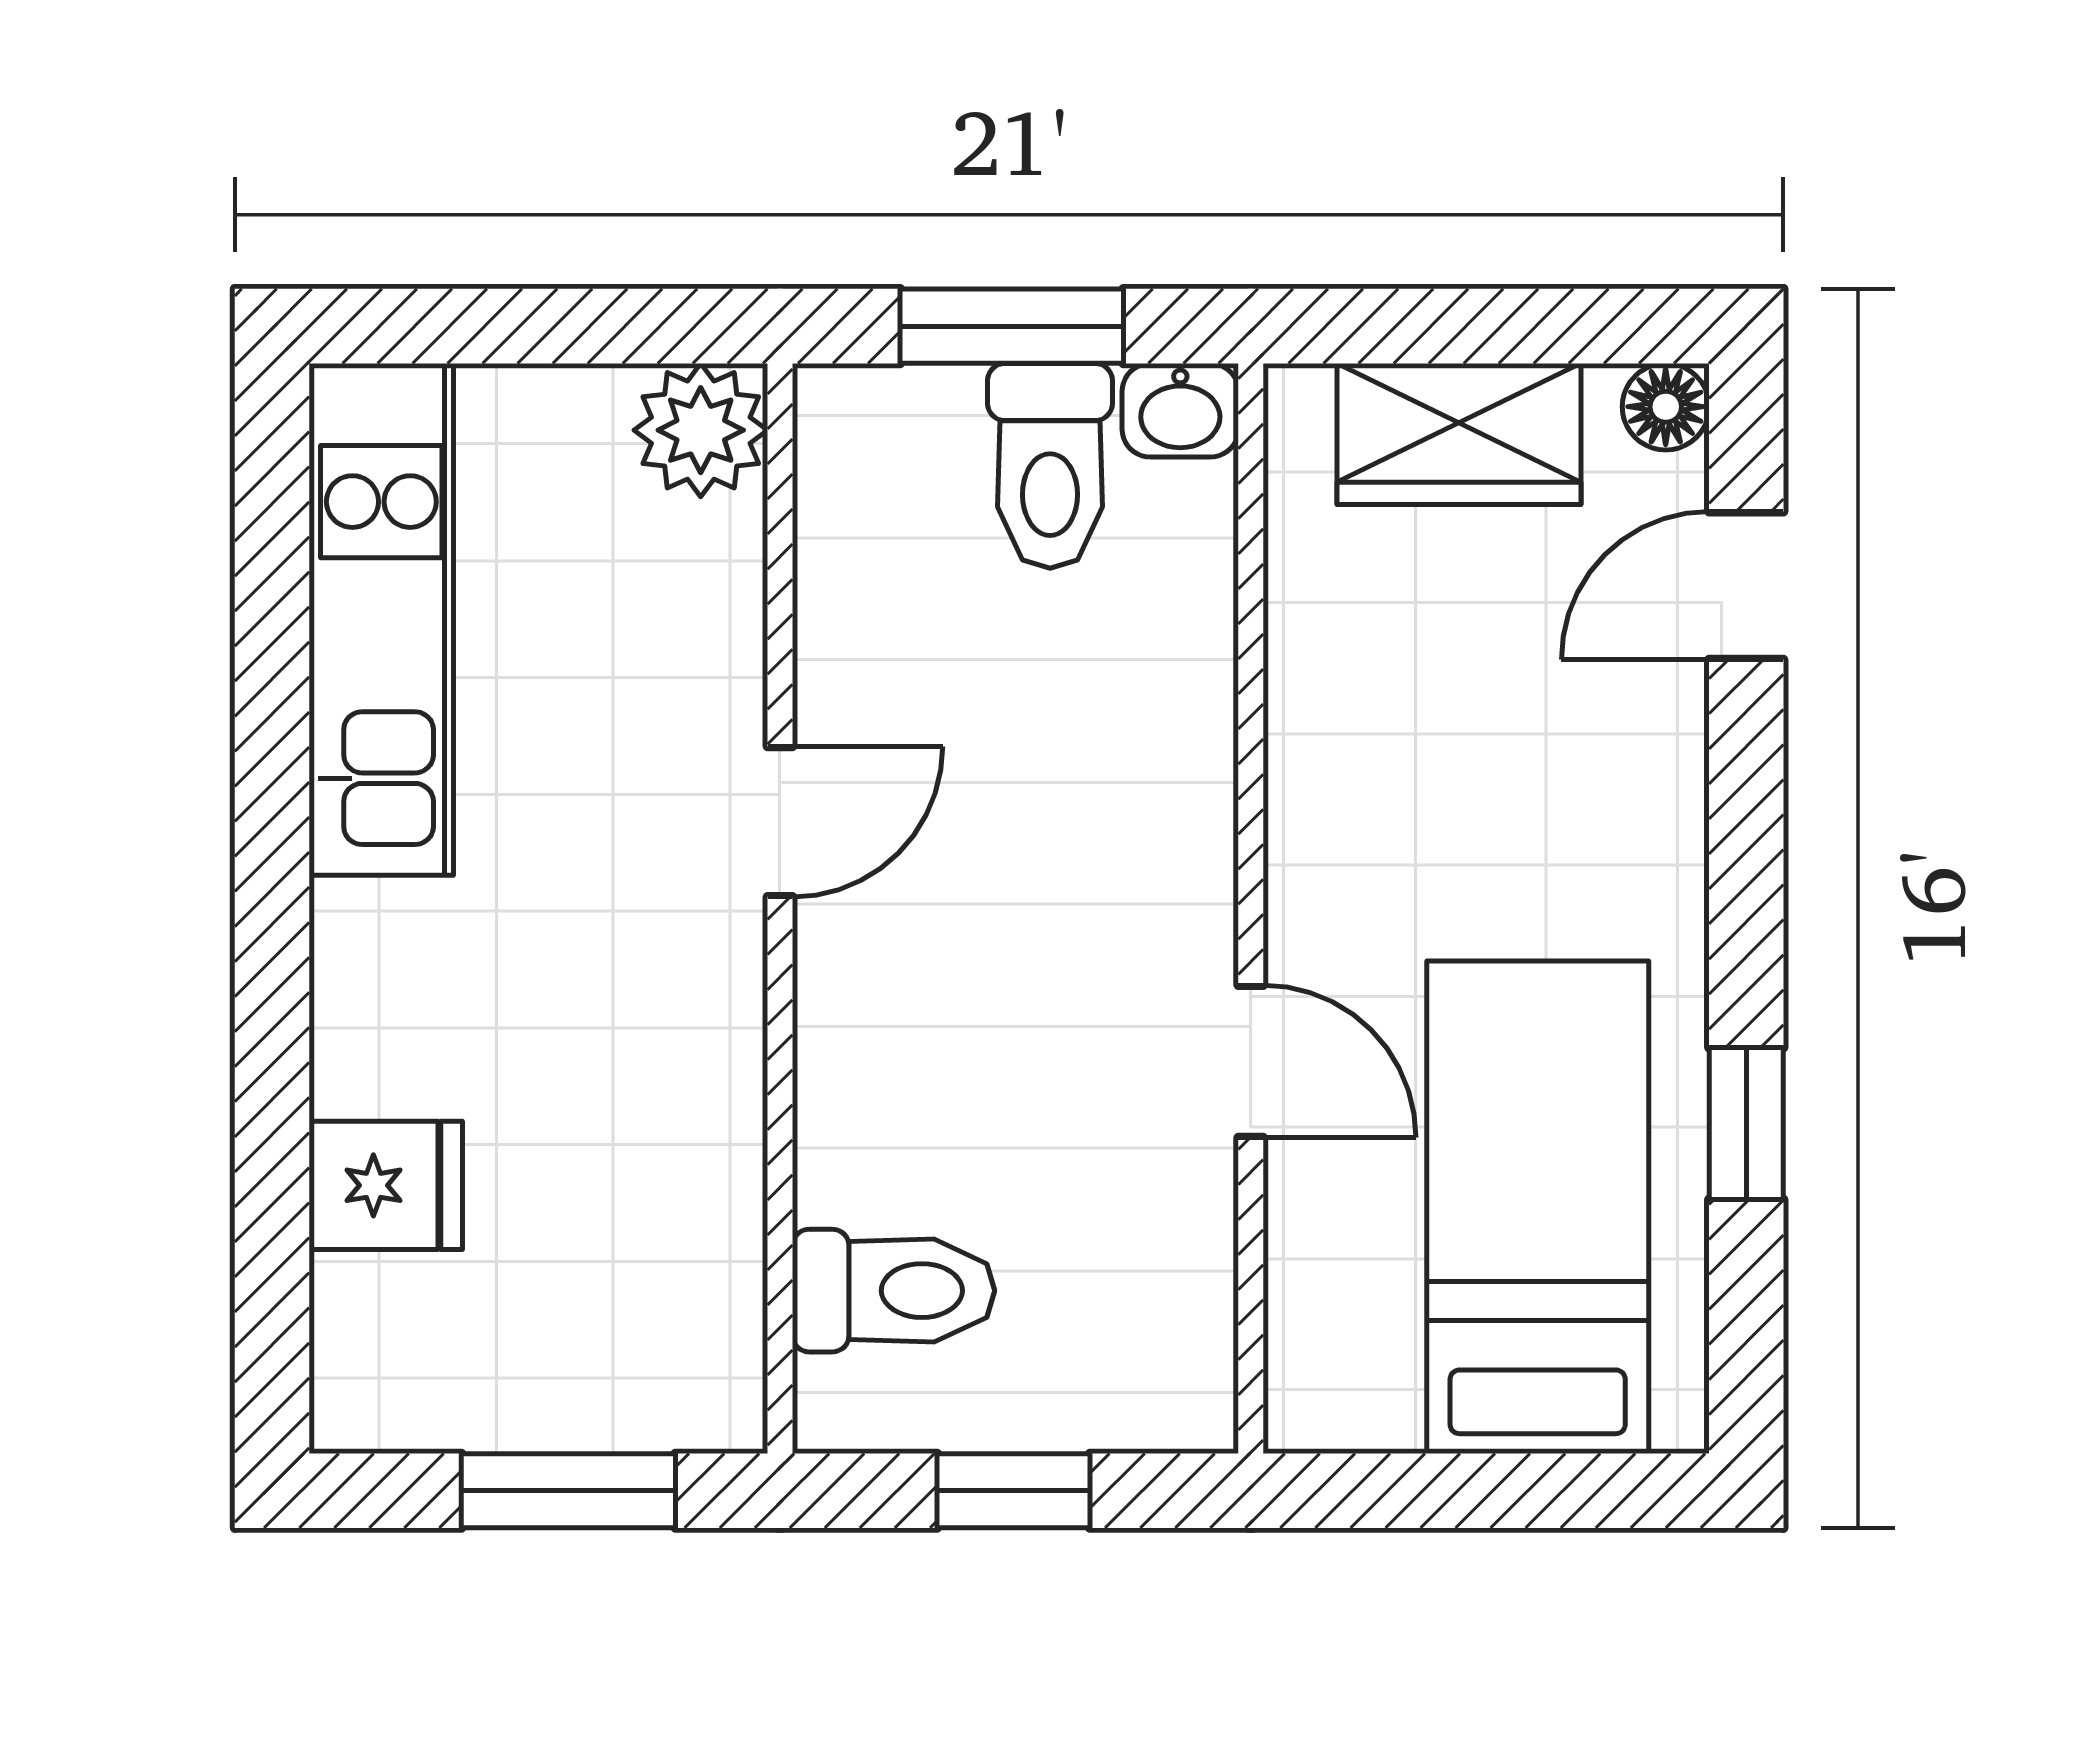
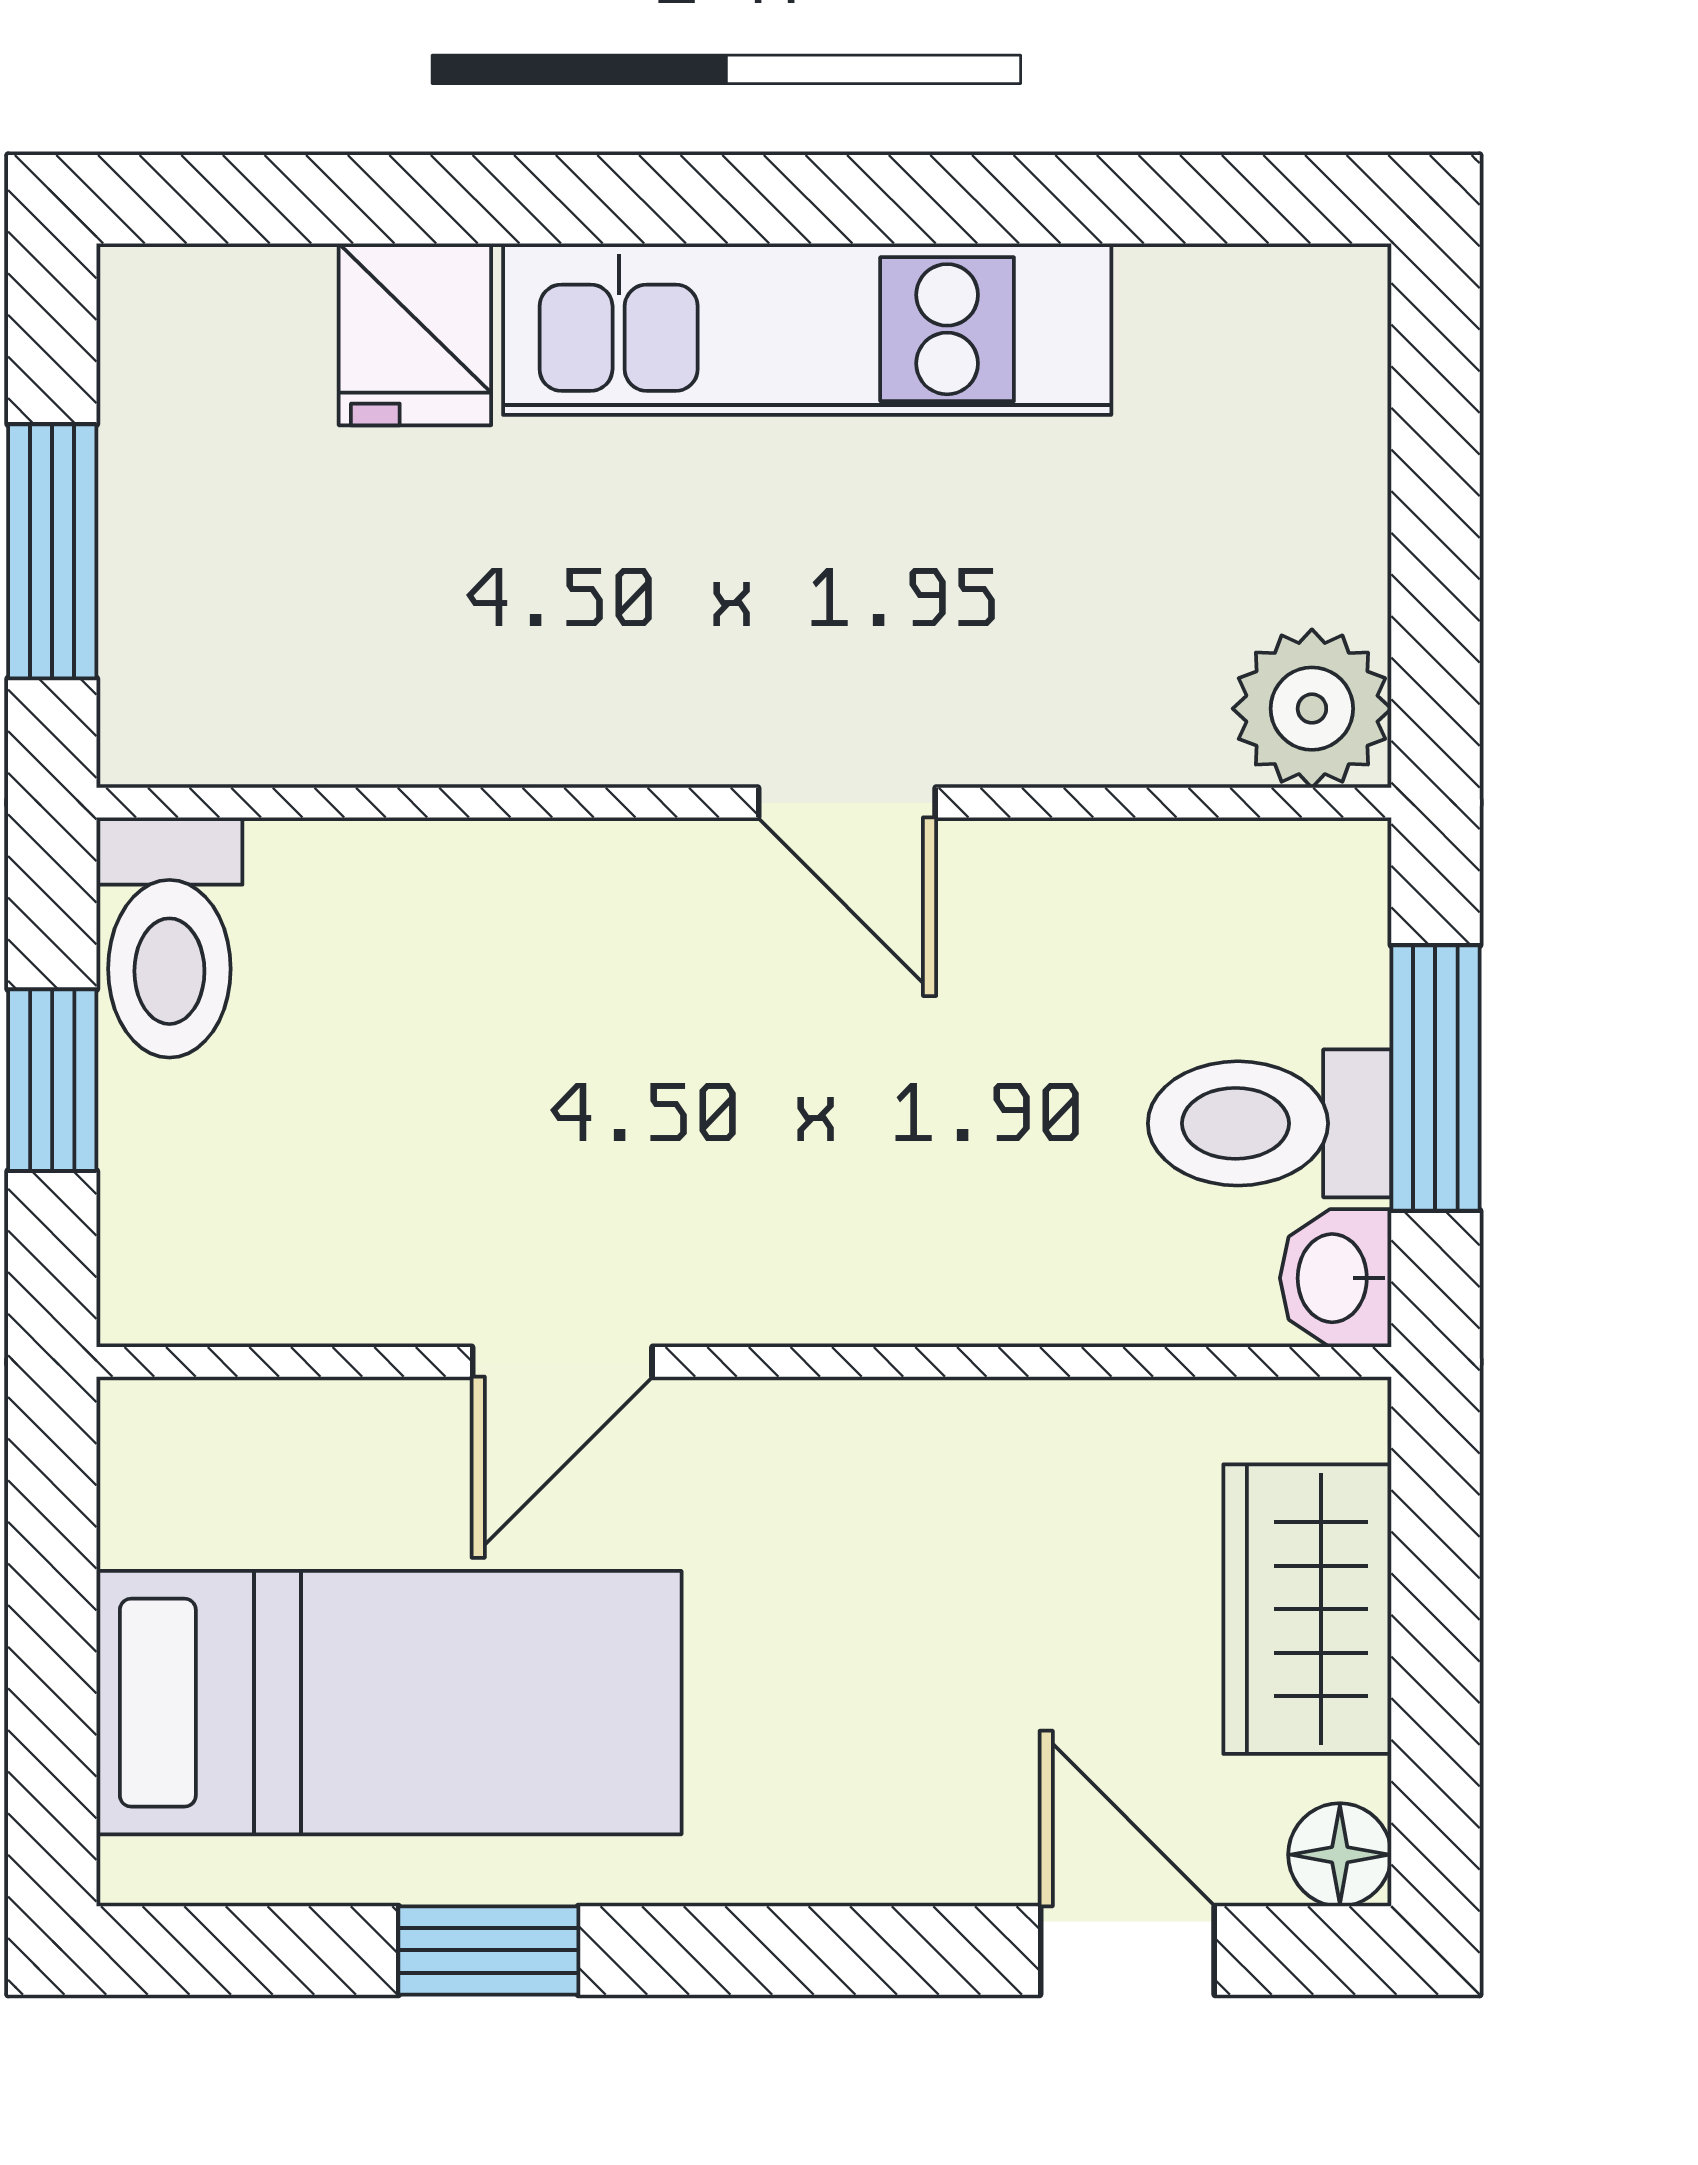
kitchen unit: (381, 619) -> (807, 329), moved
toilet: (894, 1291) -> (169, 938), moved

